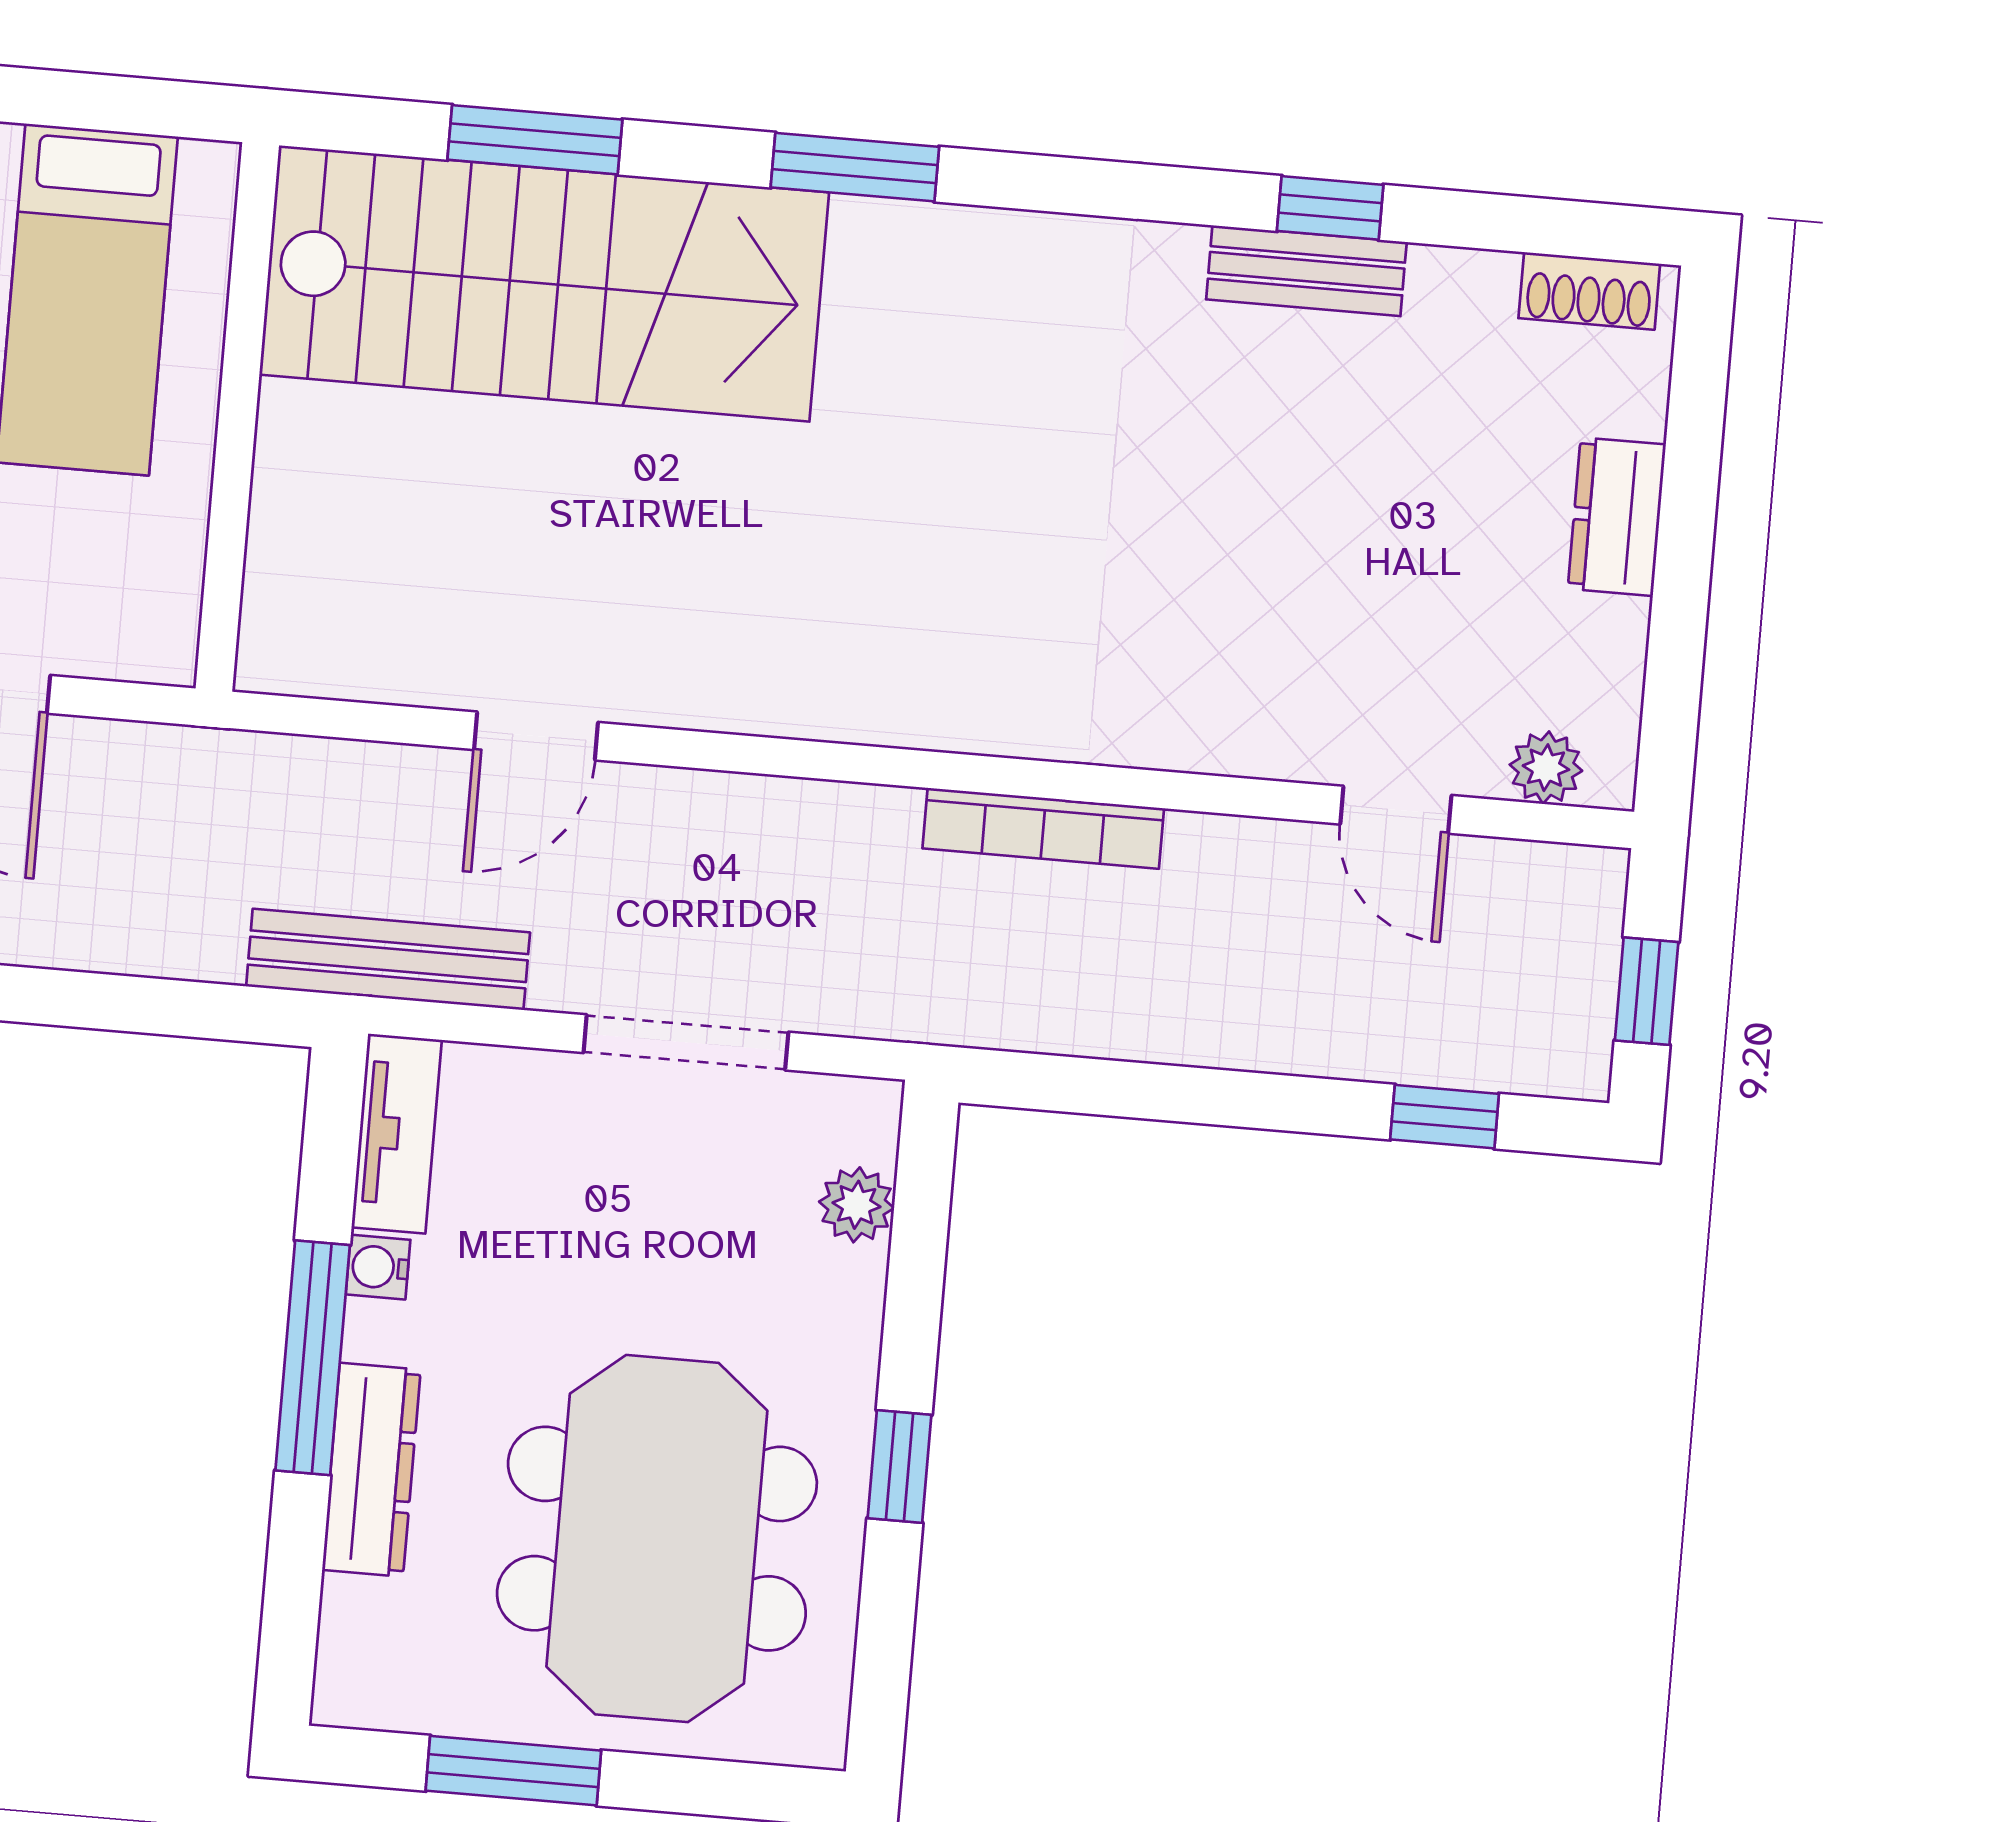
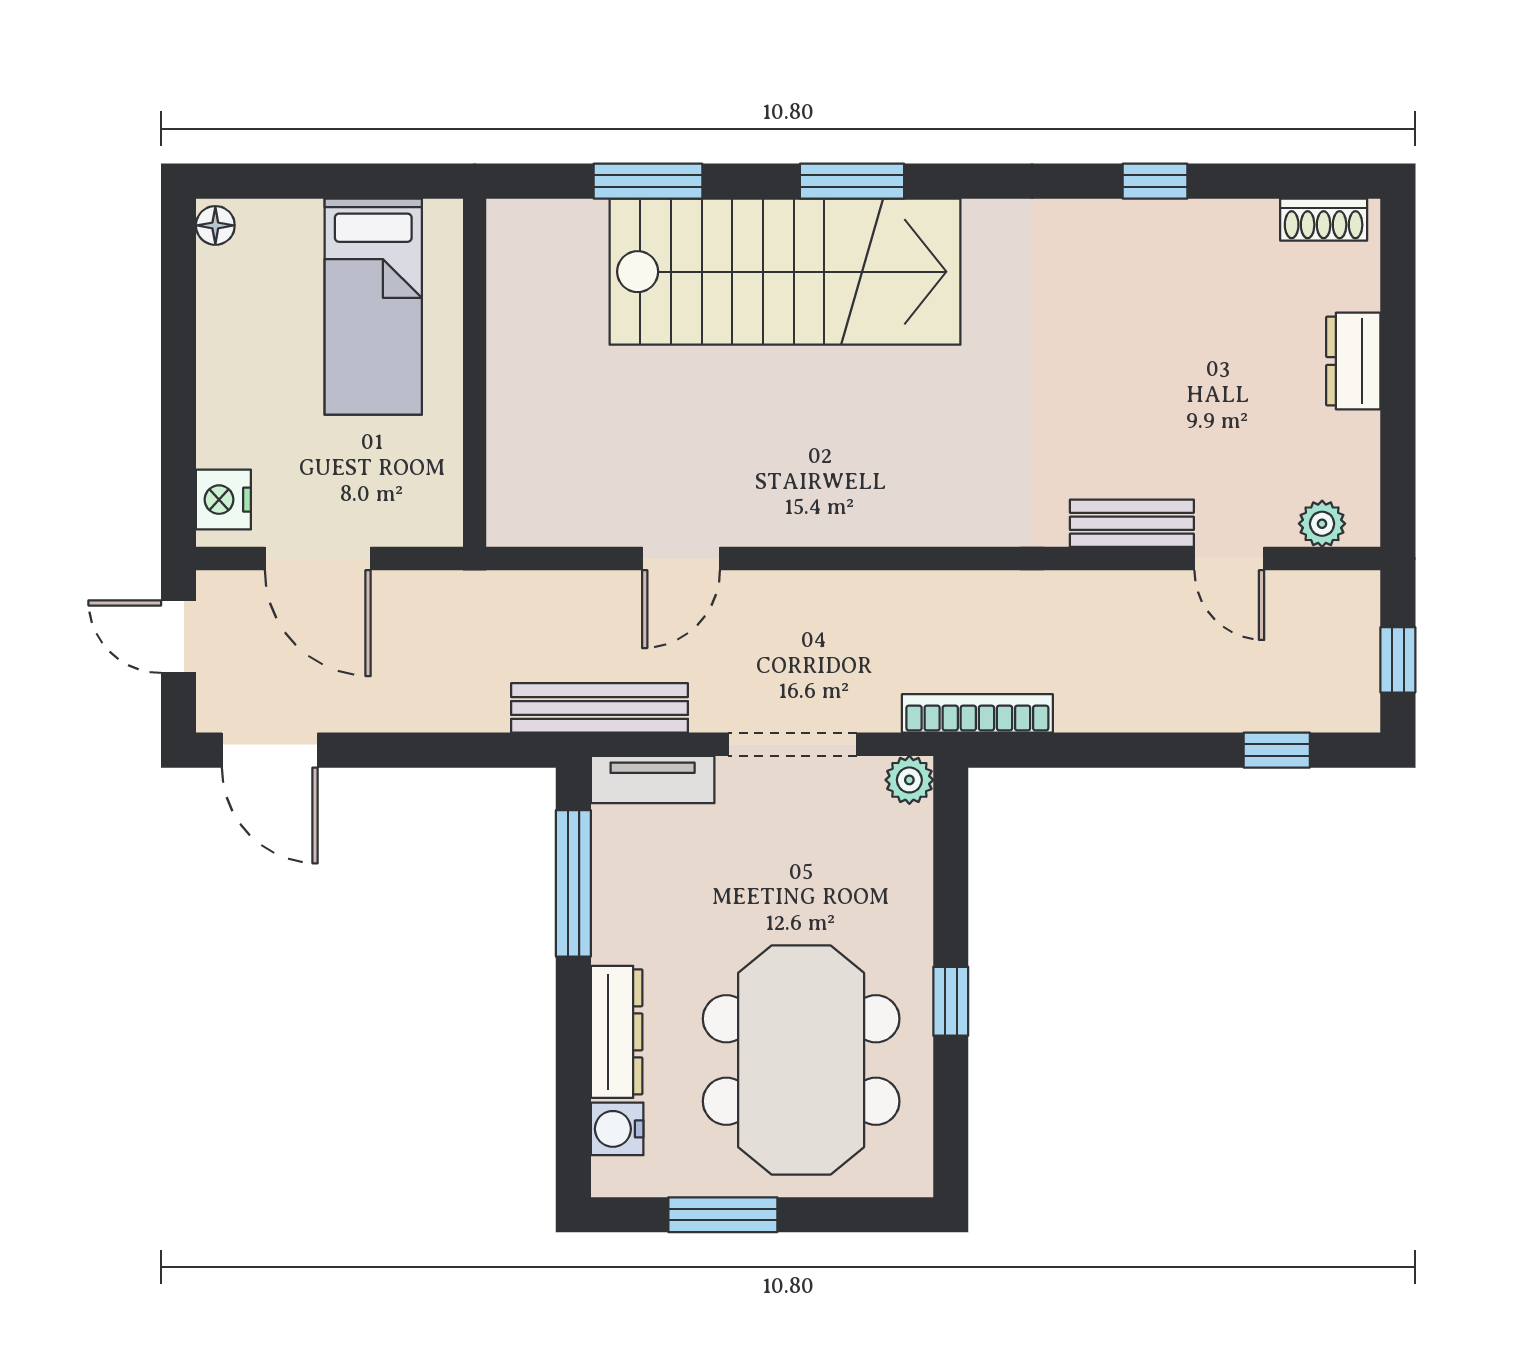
bench: (1306, 271) -> (1132, 523), moved
stairs: (544, 283) -> (785, 272), moved
bookcase: (1043, 828) -> (977, 713), moved, turned 180
tv unit: (397, 1134) -> (653, 780), moved, turned 90
plant: (857, 1205) -> (909, 780), moved
water cooler: (378, 1267) -> (617, 1129), moved, width x1.38, depth x1.38
window: (313, 1358) -> (573, 883), moved

